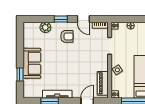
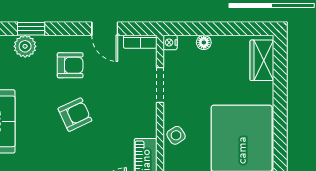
window: (61, 19) -> (31, 29), moved
armchair: (69, 60) -> (75, 115), added

